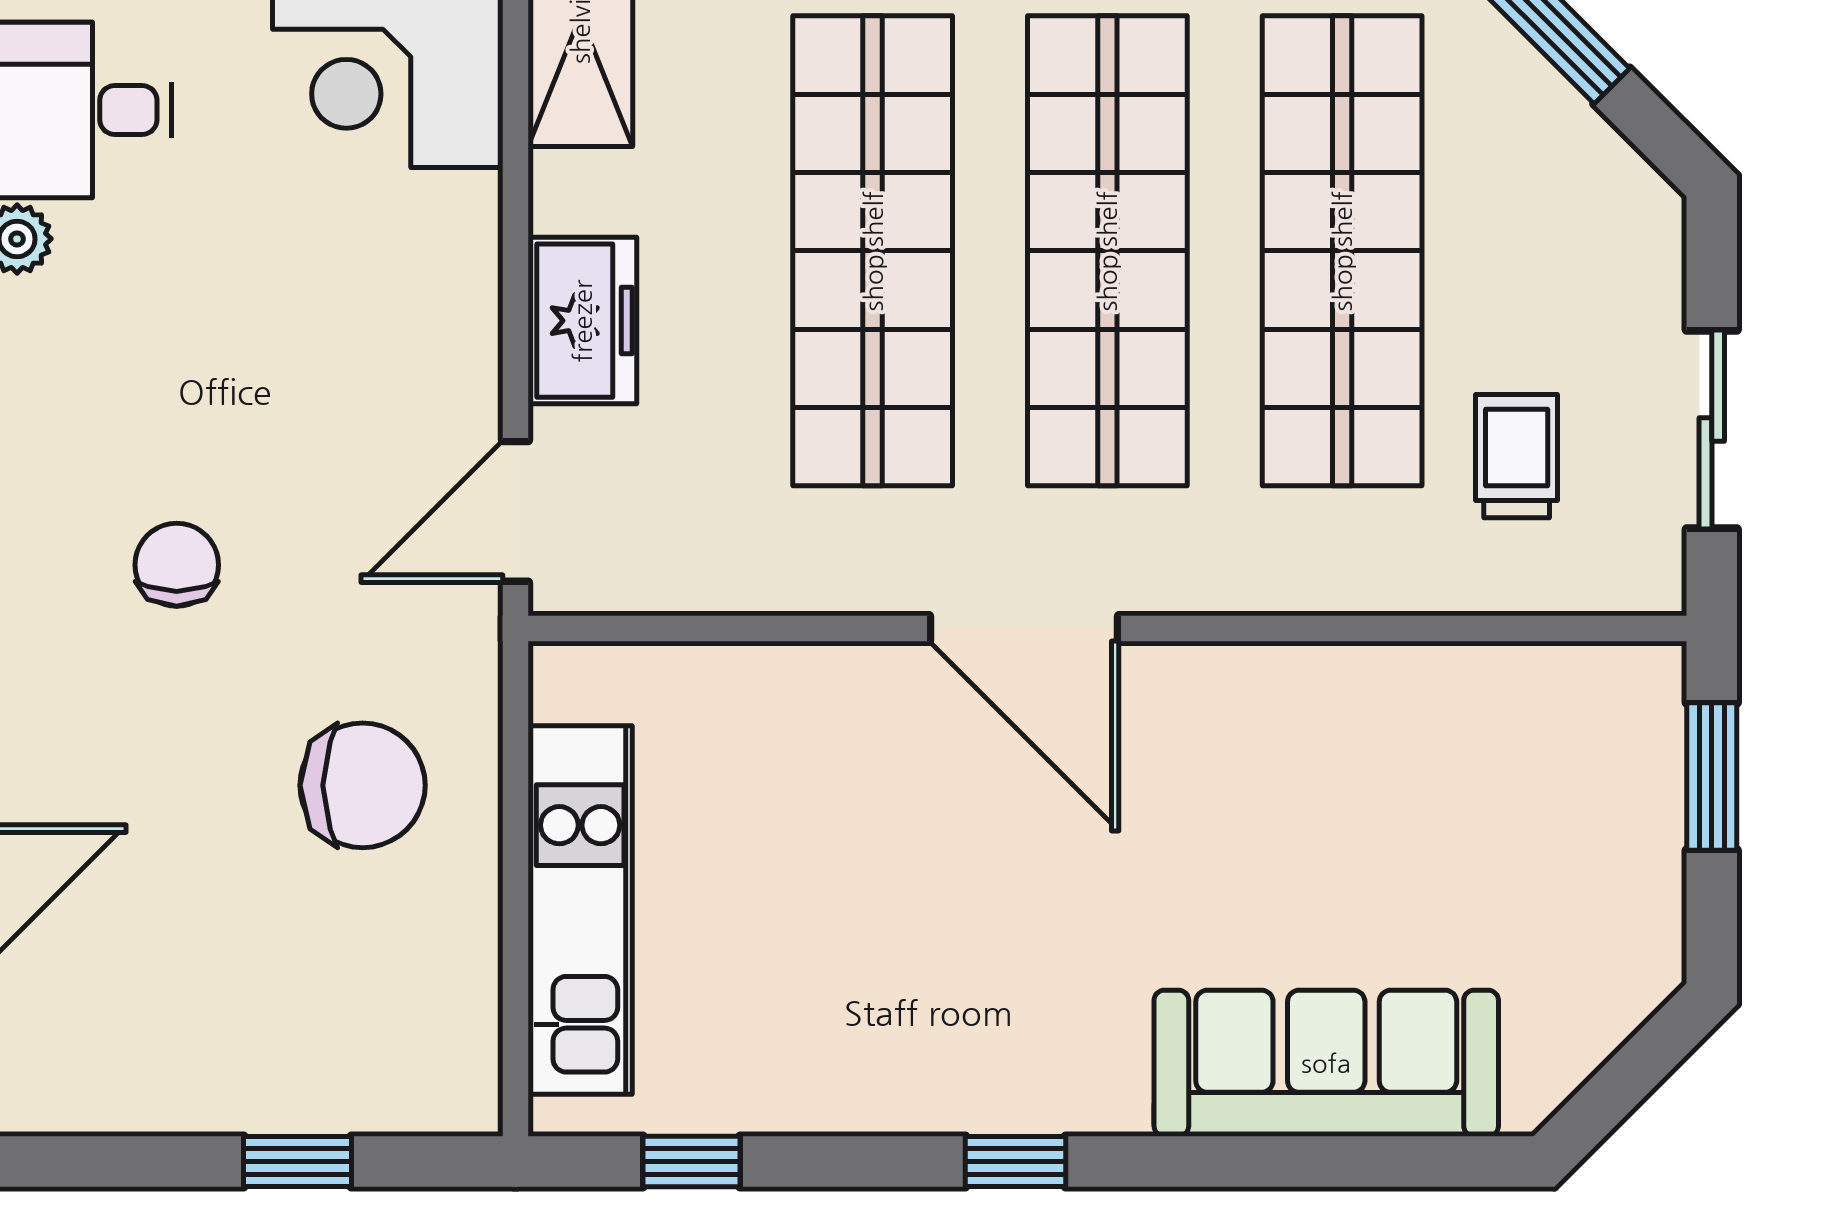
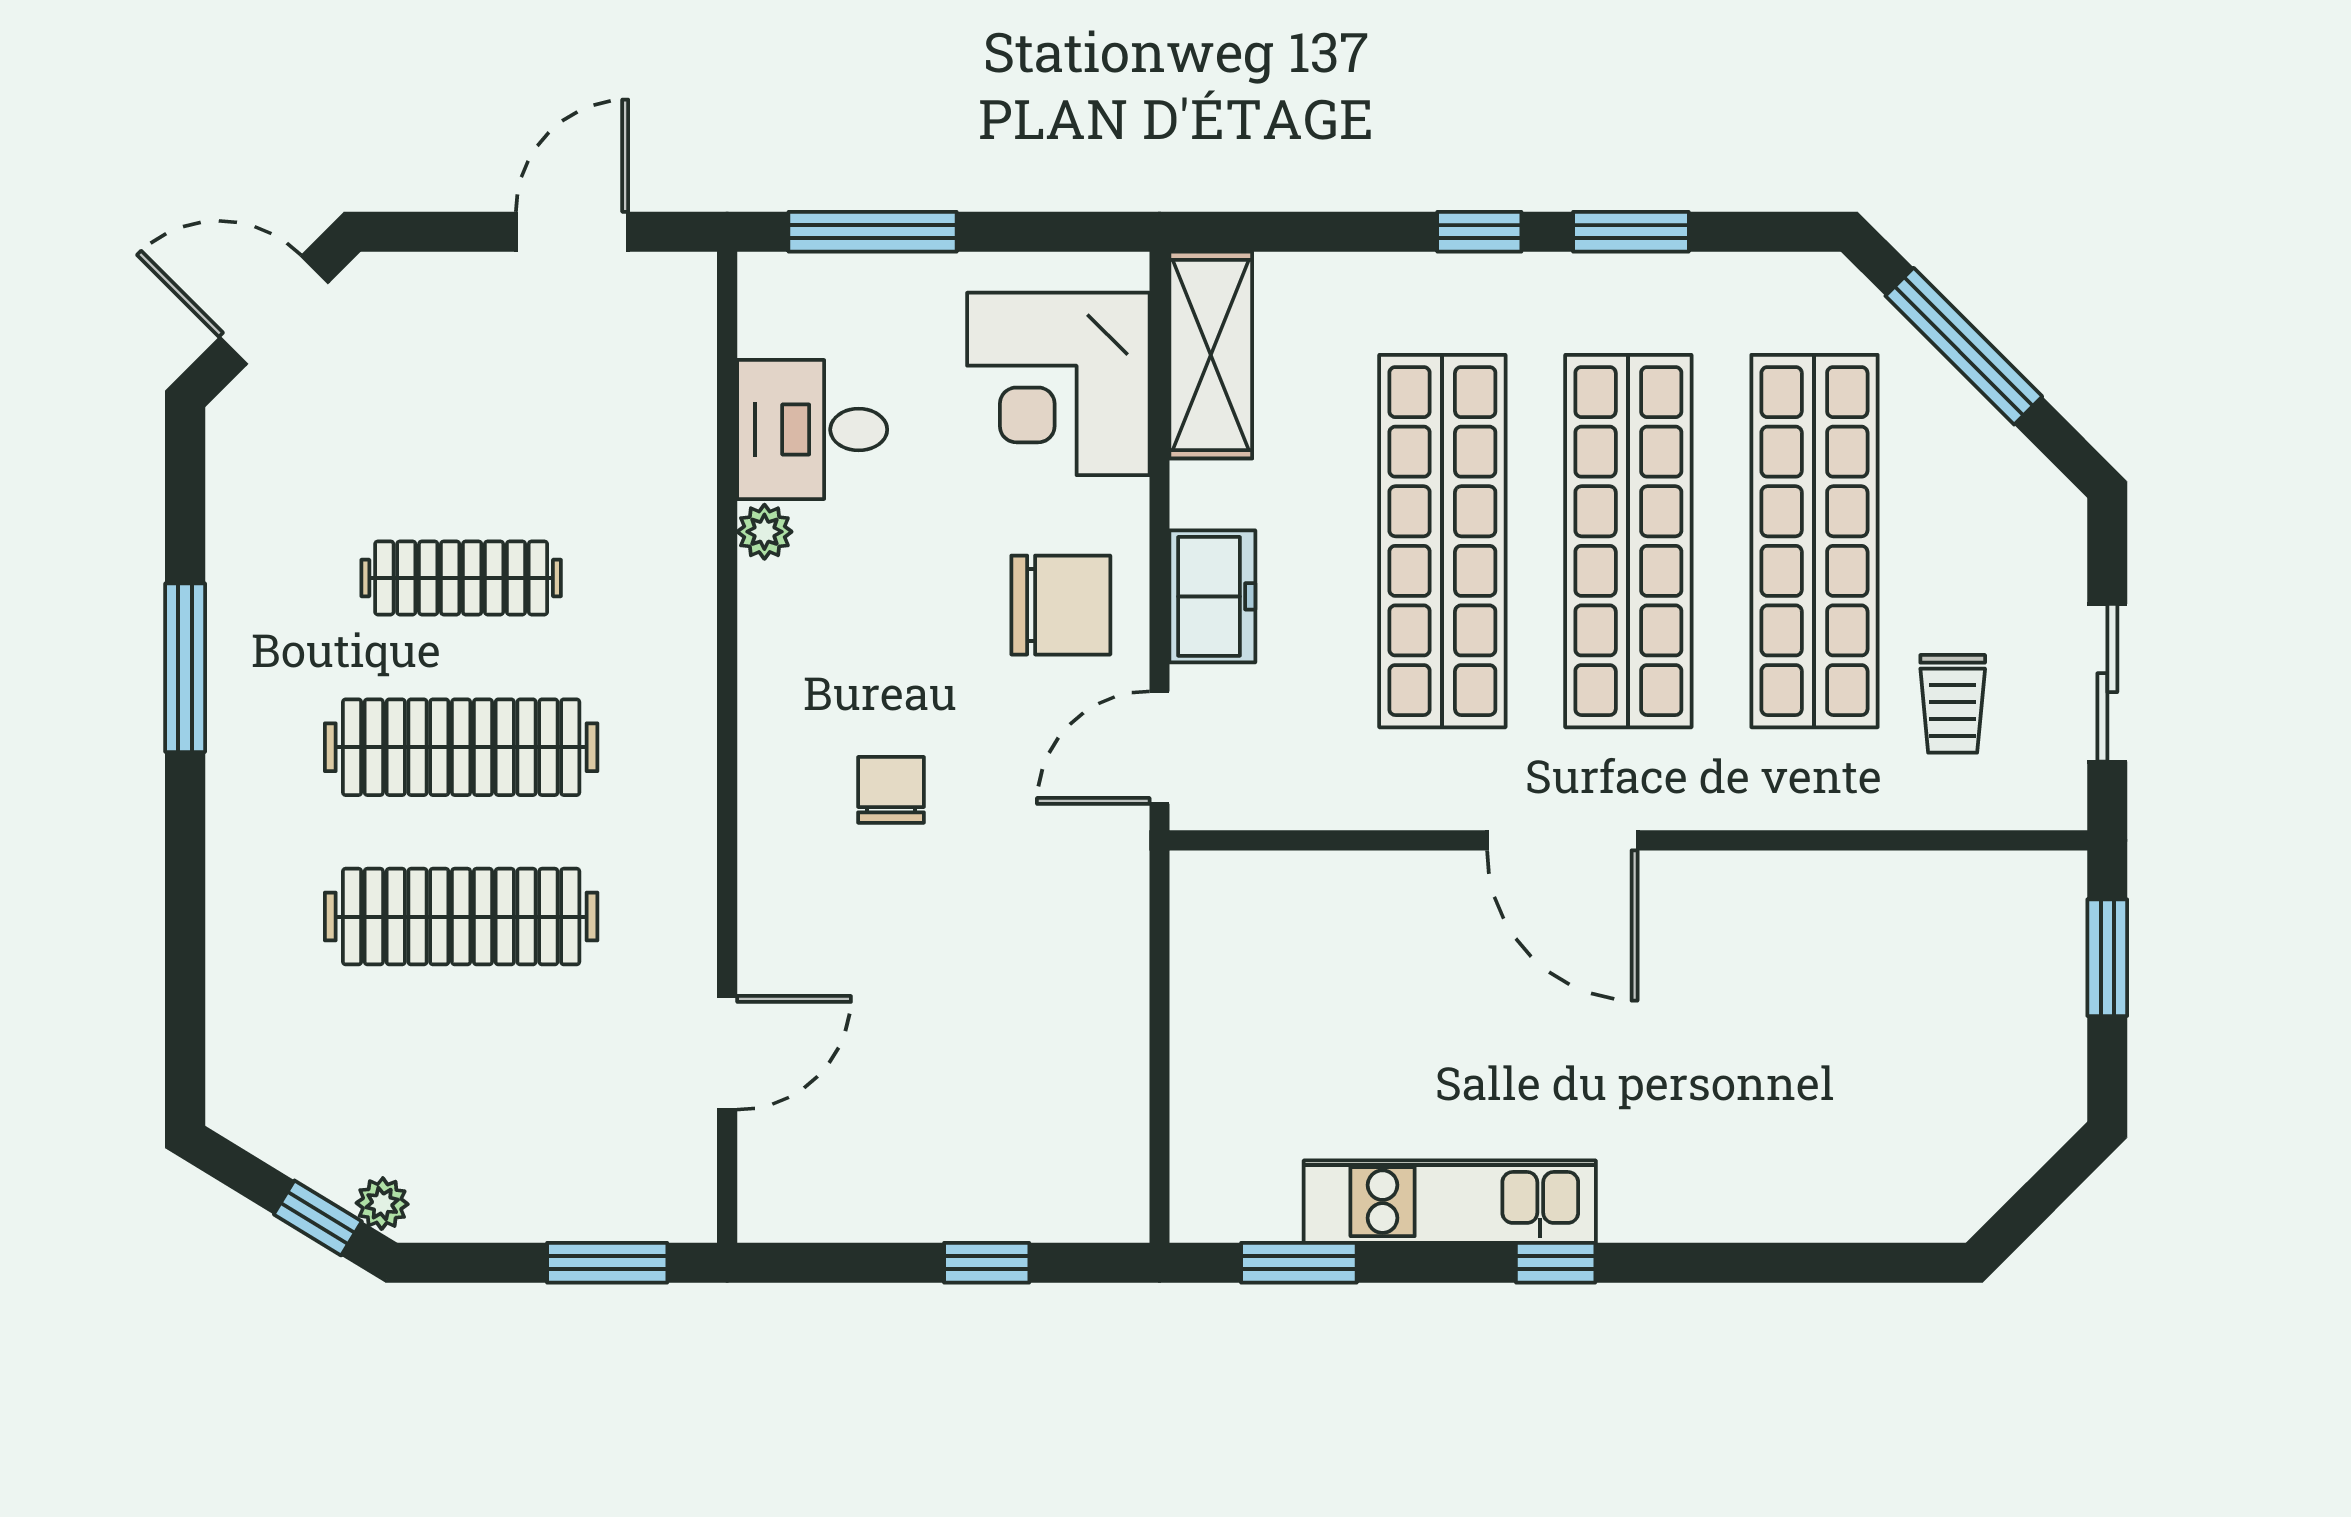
trolley: (1517, 456) -> (1953, 704), turned 180
chair: (363, 785) -> (1061, 605), moved
kitchen unit: (580, 910) -> (1450, 1202), moved, turned -90
sofa: (1326, 1063) -> (1802, 1185), removed
window: (691, 1162) -> (1299, 1263), width x1.50

